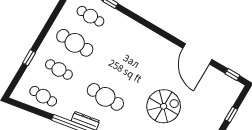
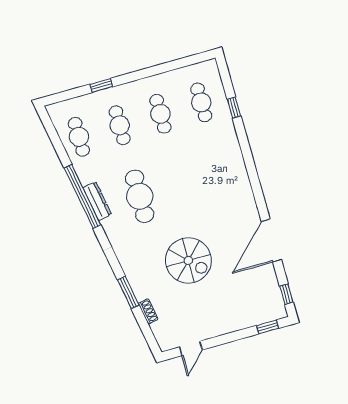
cafe table: (75, 43) -> (160, 114), width x0.73, depth x0.74
window: (231, 115) -> (268, 327), moved

